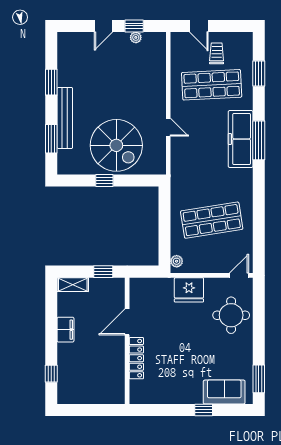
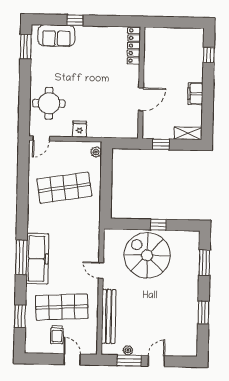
window: (134, 26) -> (129, 360), width x1.50
bench: (65, 118) -> (109, 316), moved
fridge: (189, 290) -> (80, 129), width x0.53, depth x0.75
locker: (136, 358) -> (134, 46), moved

